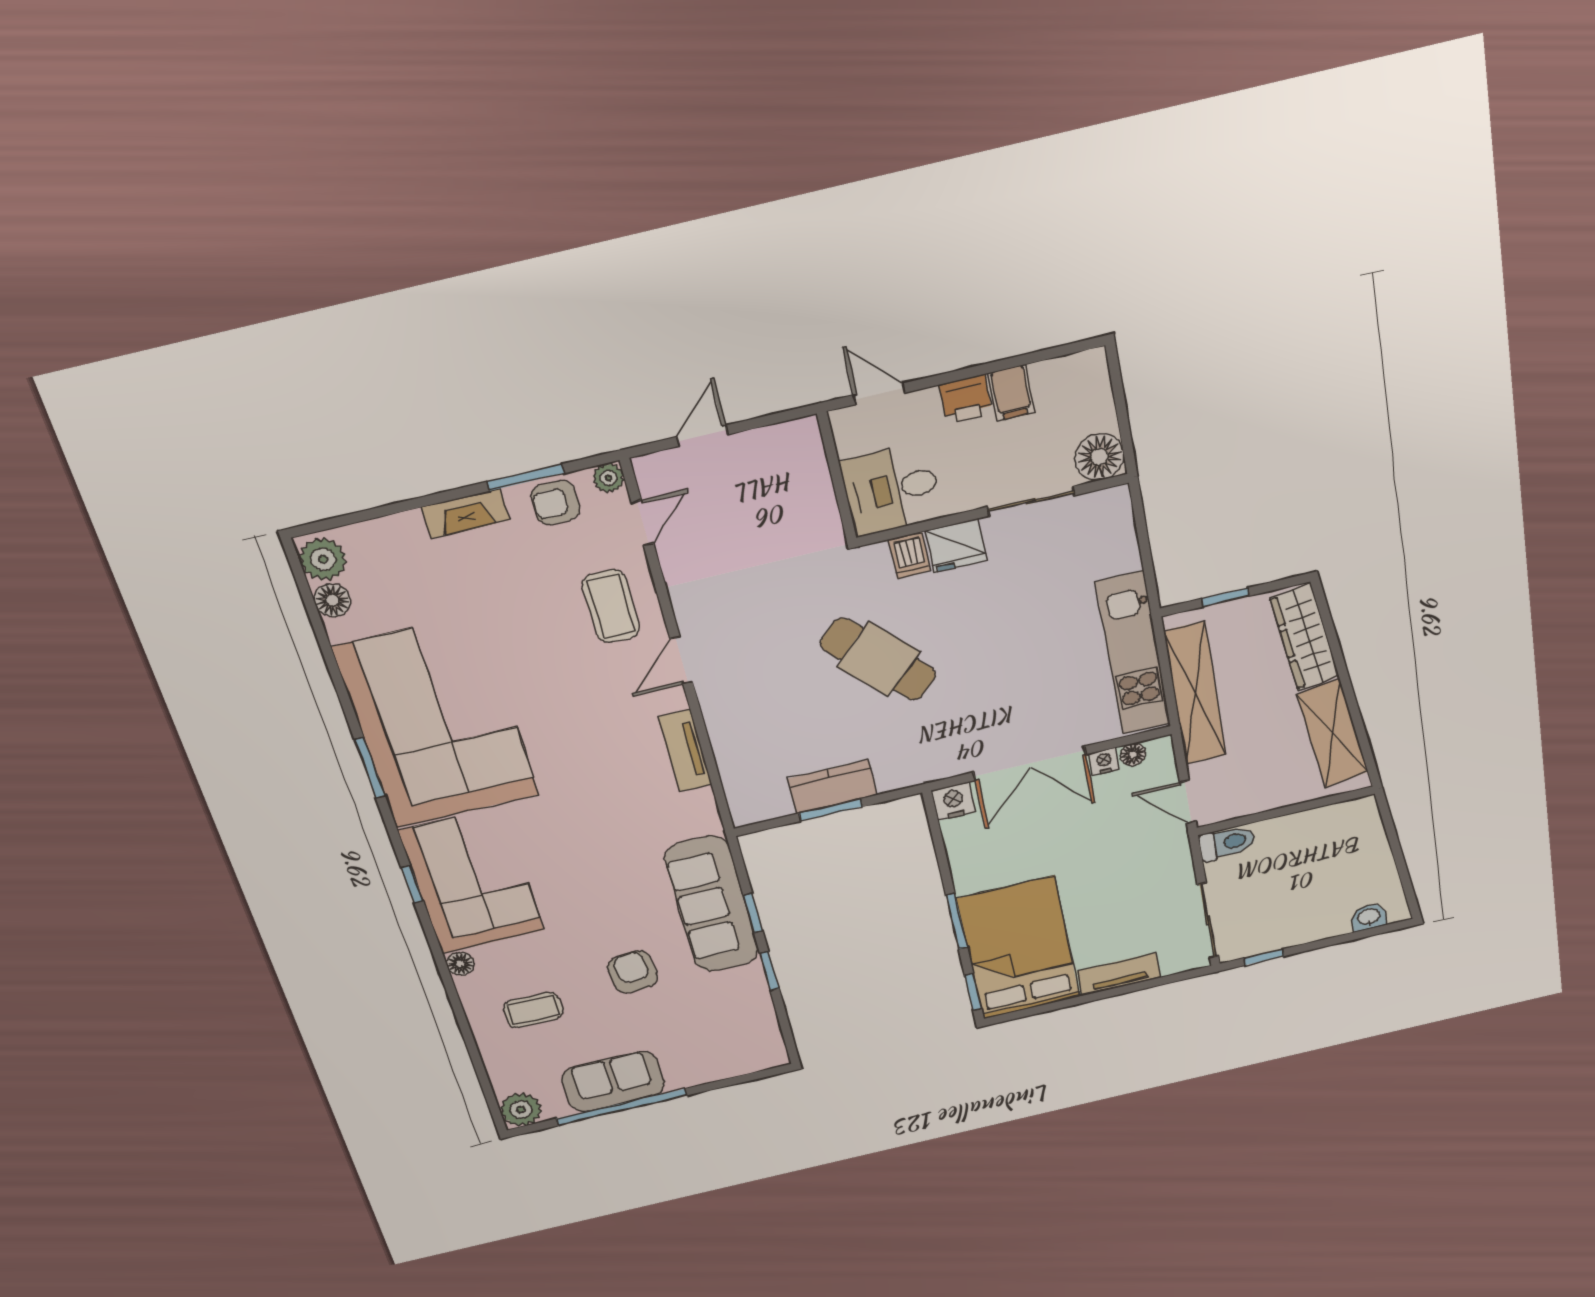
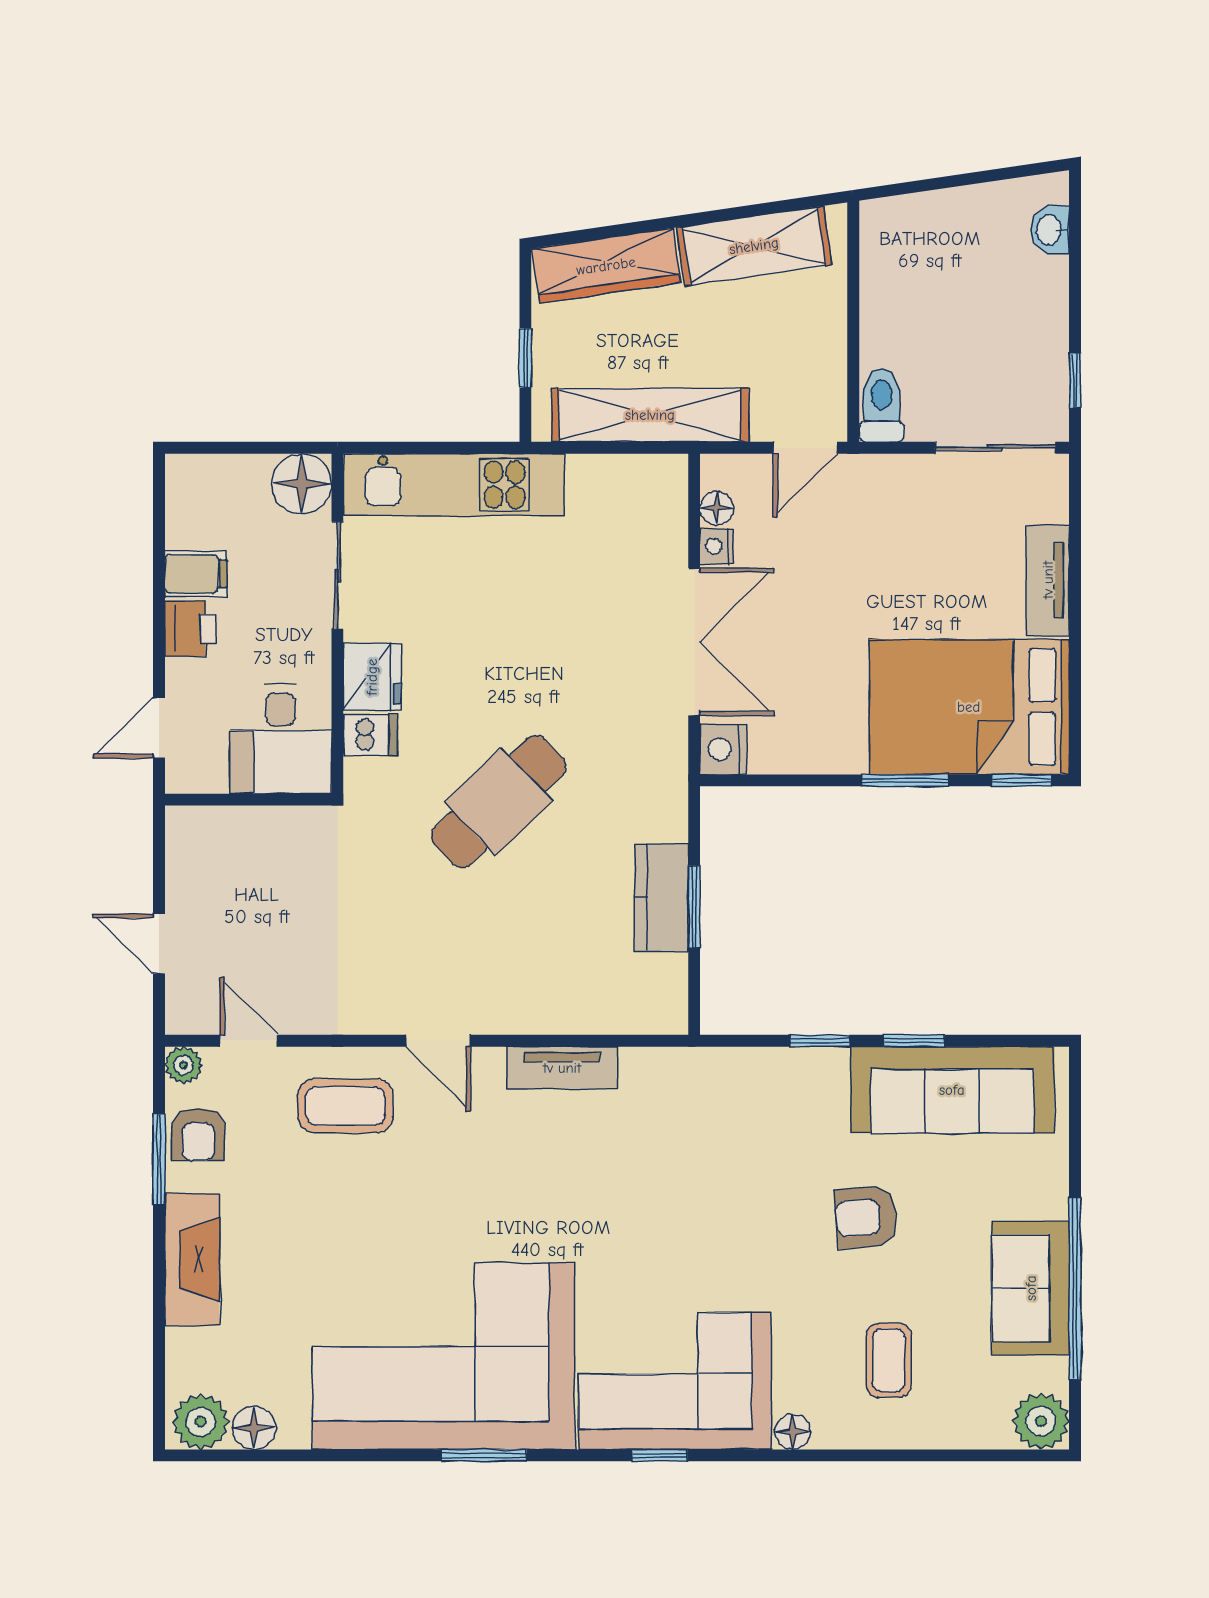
fireplace: (465, 513) -> (192, 1259), width x1.37, depth x1.32
kitchen unit: (1133, 654) -> (454, 485), moved
sofa: (712, 904) -> (952, 1090), moved

